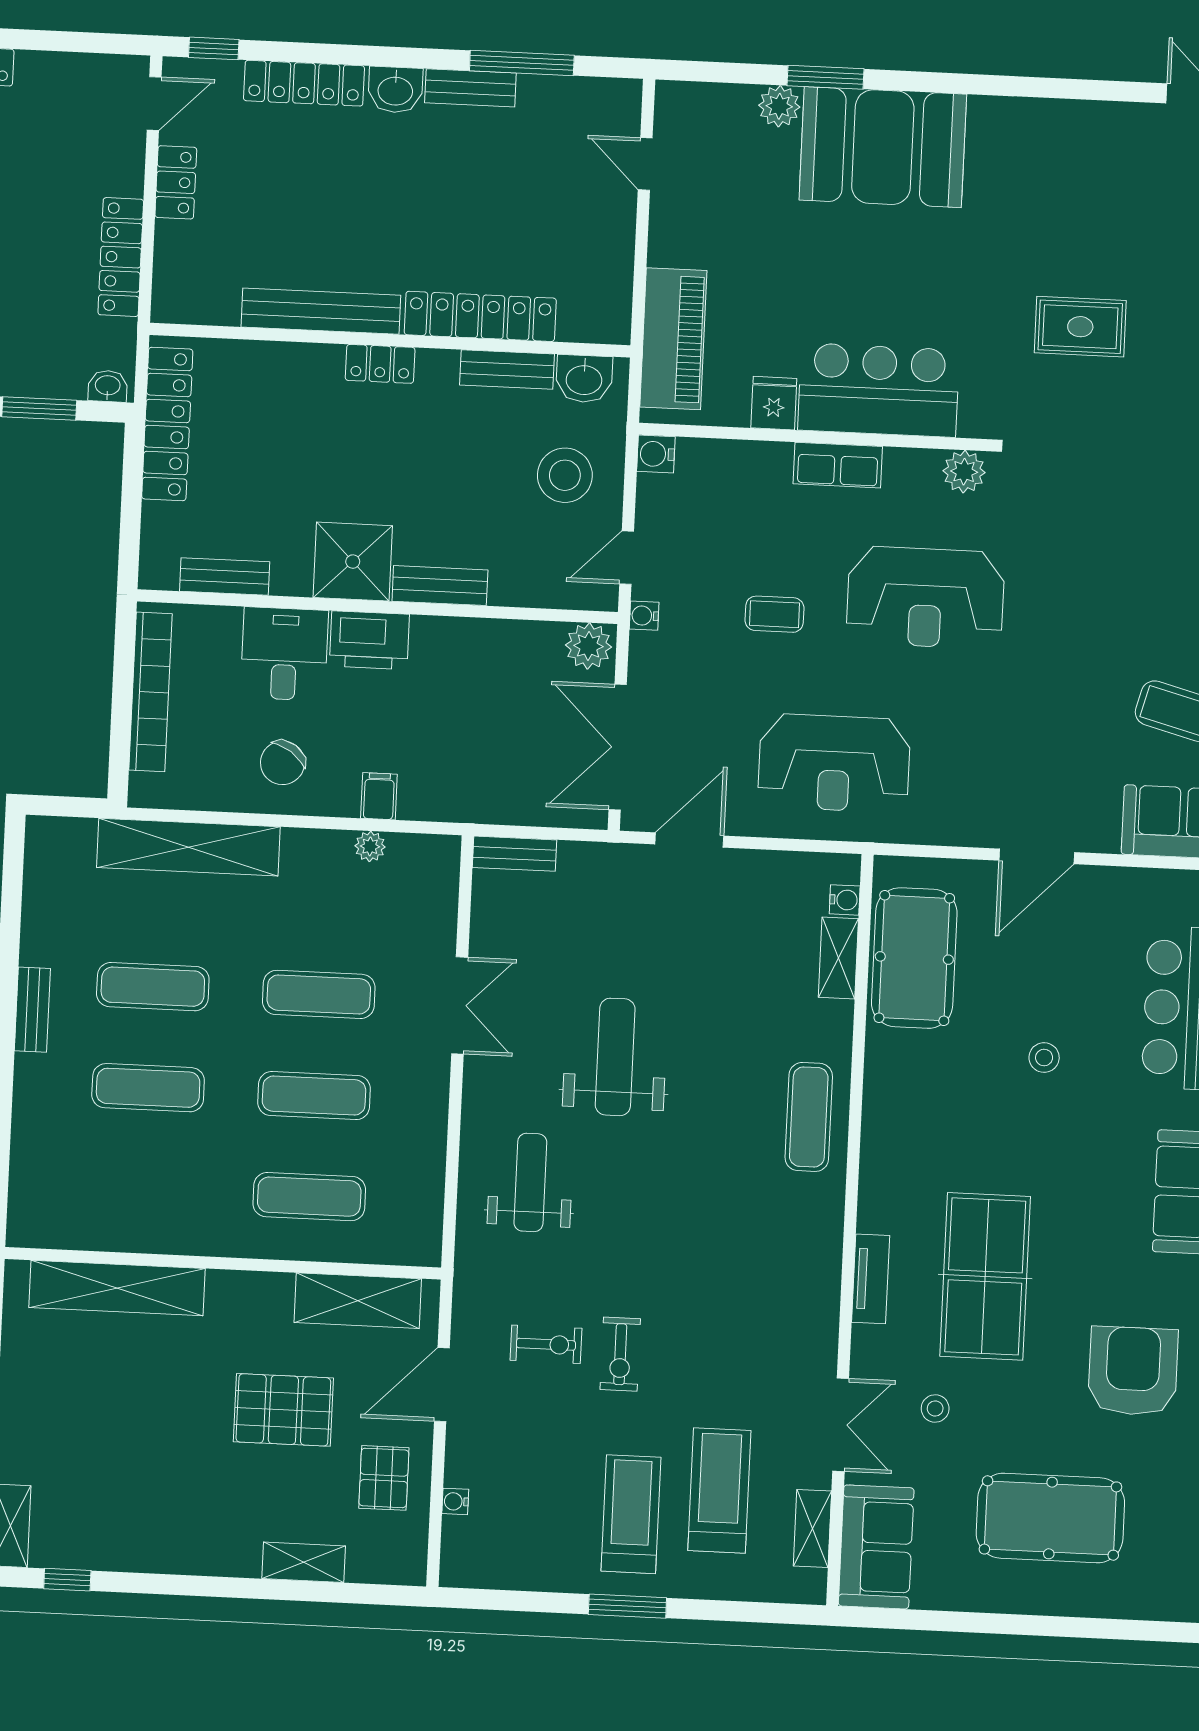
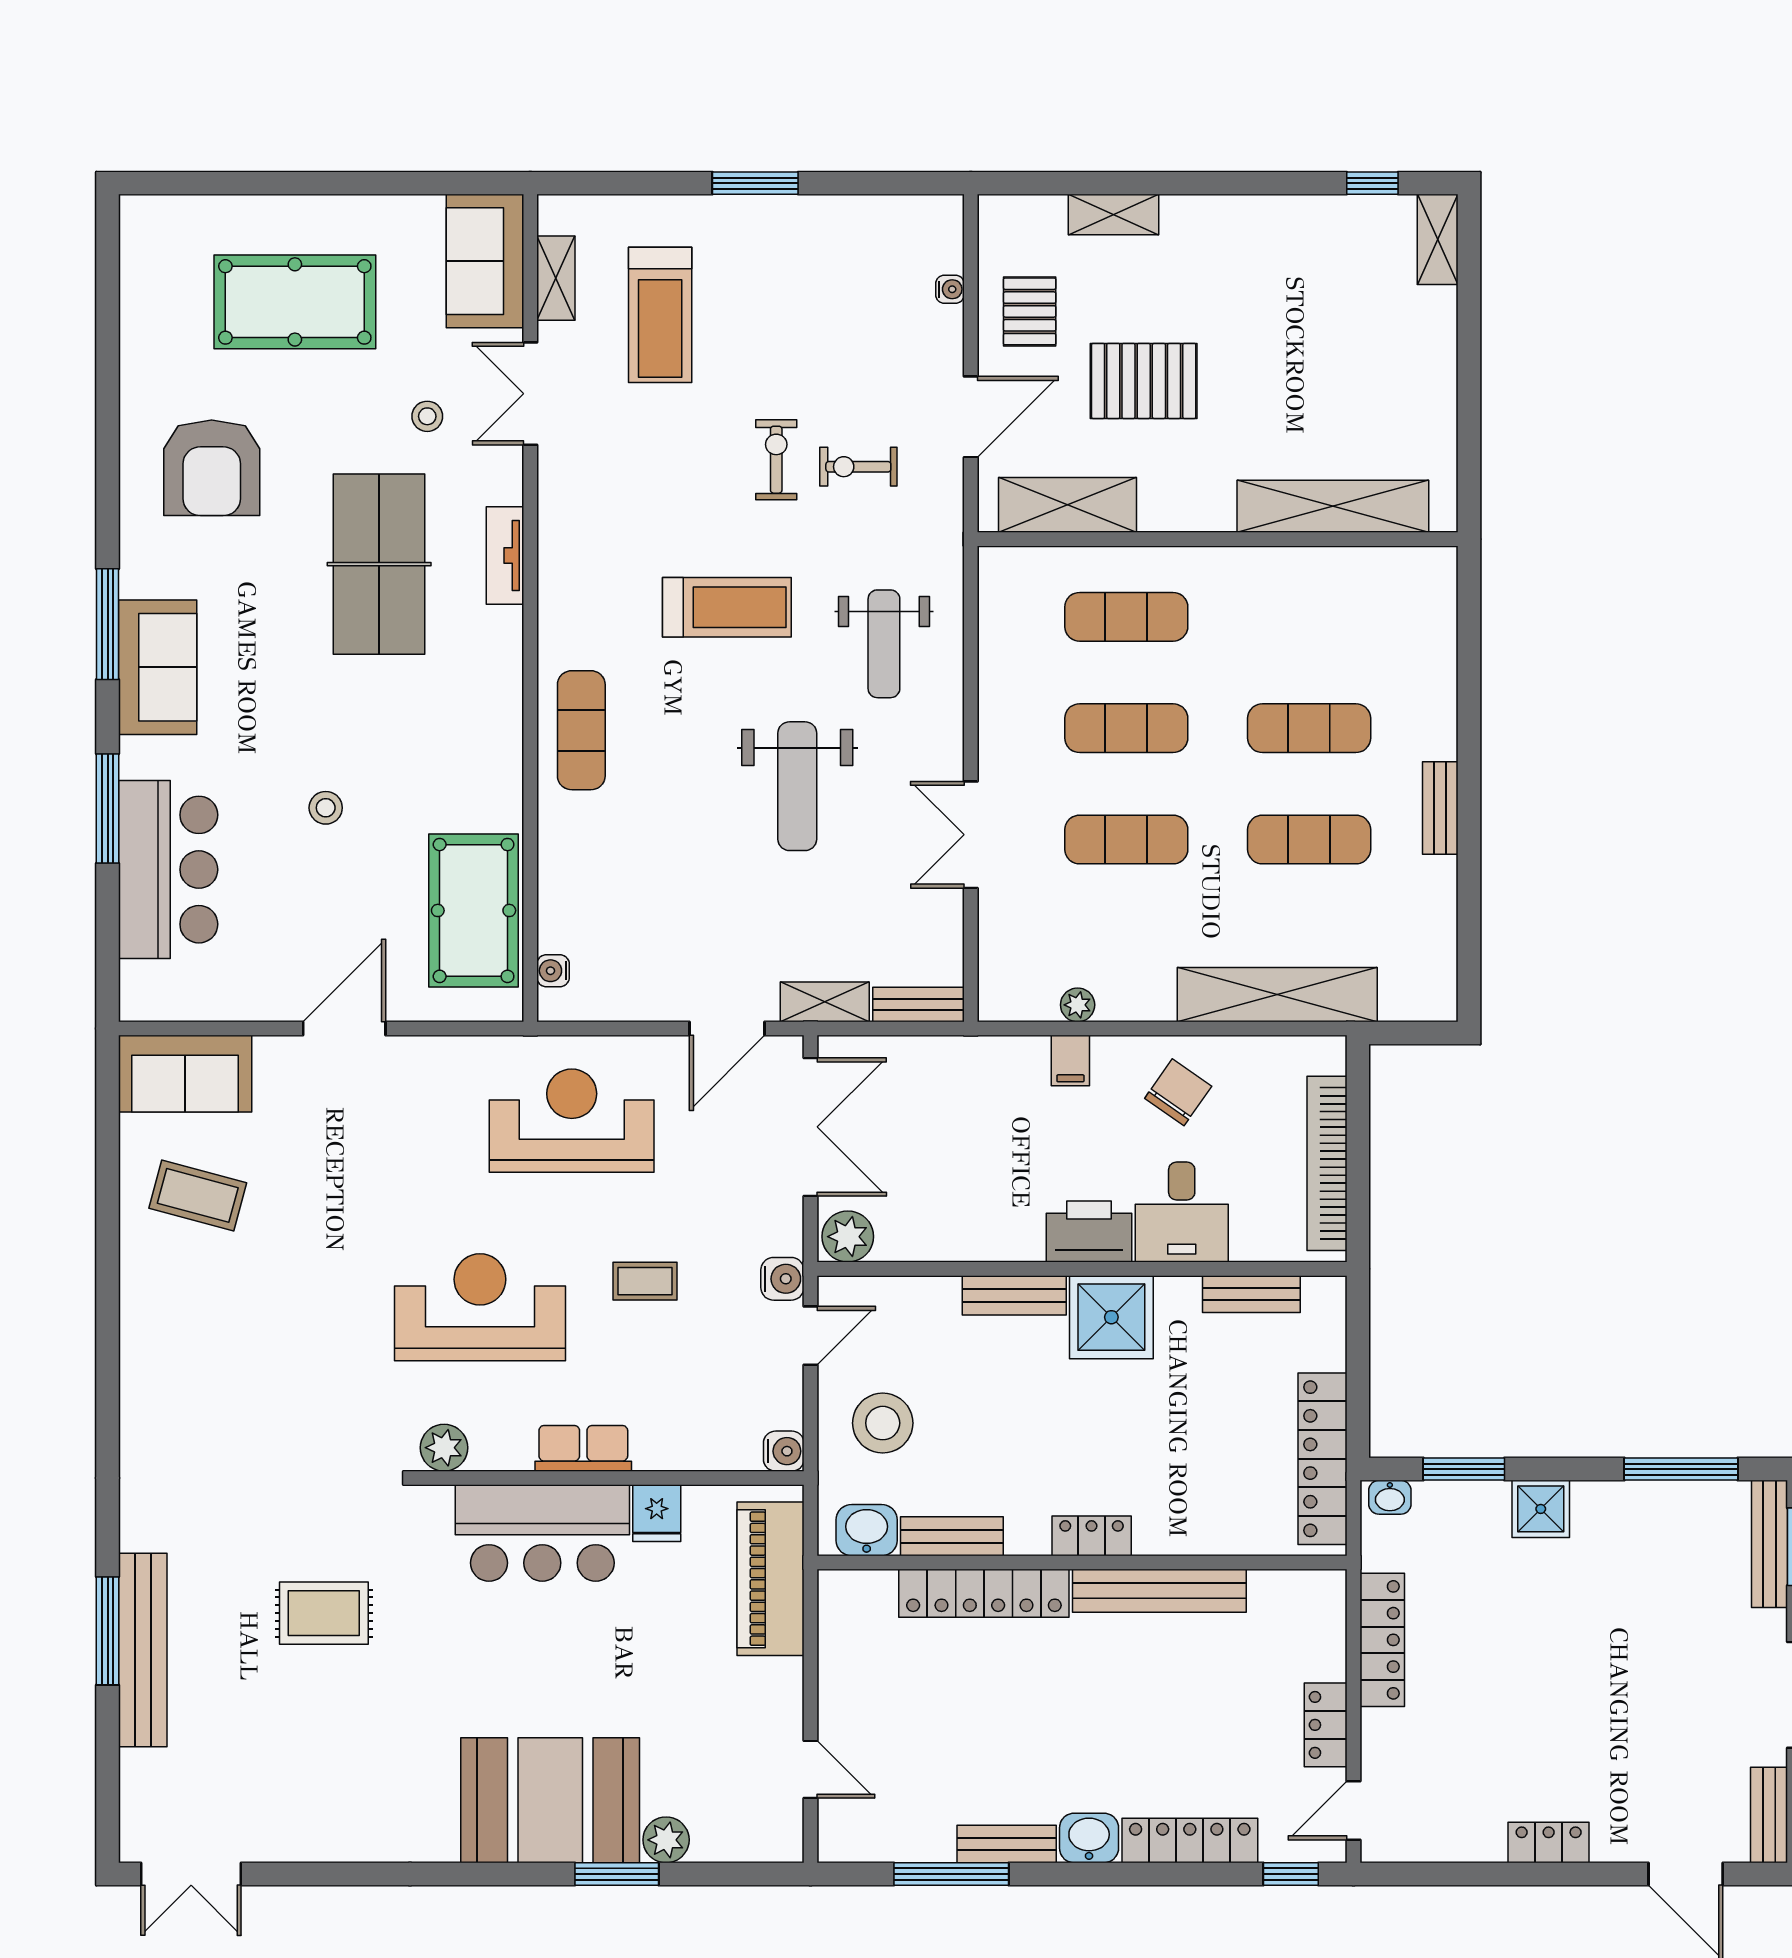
water cooler: (644, 616) -> (782, 1279), width x1.38, depth x1.38
shelving: (838, 958) -> (825, 1002), moved, turned 90
treadmill: (631, 1514) -> (727, 607), moved, turned -90

